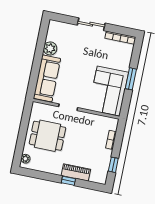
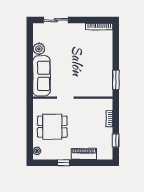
sliding door: (91, 24) -> (56, 20), moved
window: (131, 79) -> (116, 80), moved
corner sofa: (108, 91) -> (98, 76), removed
window: (68, 181) -> (64, 163), moved

